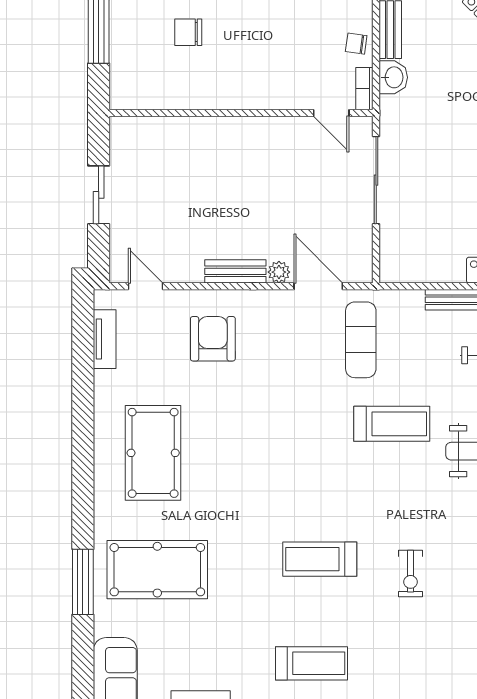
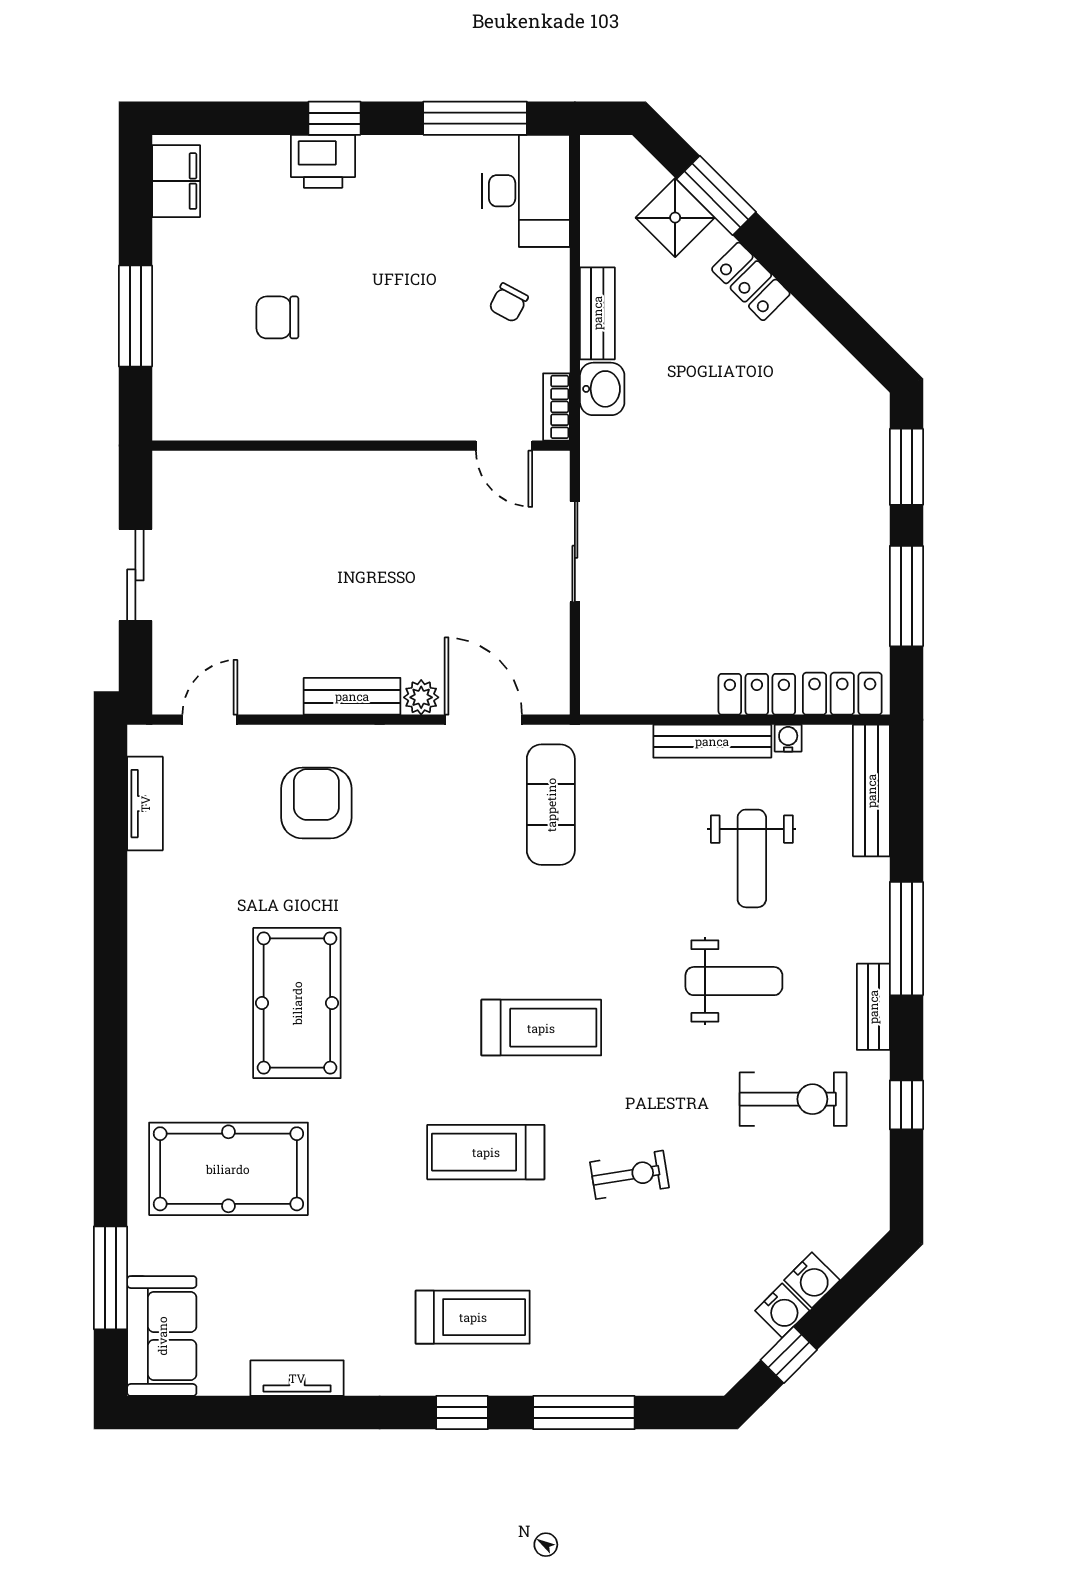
chair: (356, 44) -> (508, 303), moved, turned -70
sliding door: (376, 180) -> (575, 552), width x0.73
door: (146, 286) -> (210, 720), hinge flipped
treadmill: (392, 424) -> (541, 1028), moved
pool table: (153, 453) -> (297, 1003), moved
exercise bike: (411, 573) -> (630, 1175), turned -99
window: (83, 582) -> (110, 1278), moved

